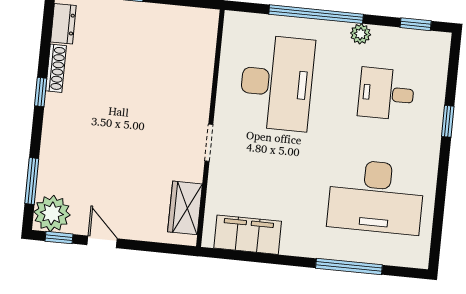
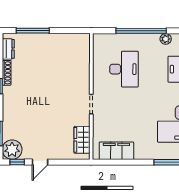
desk: (277, 83) -> (124, 69), width x0.73, depth x0.77
door: (102, 242) -> (40, 162), swing flipped

